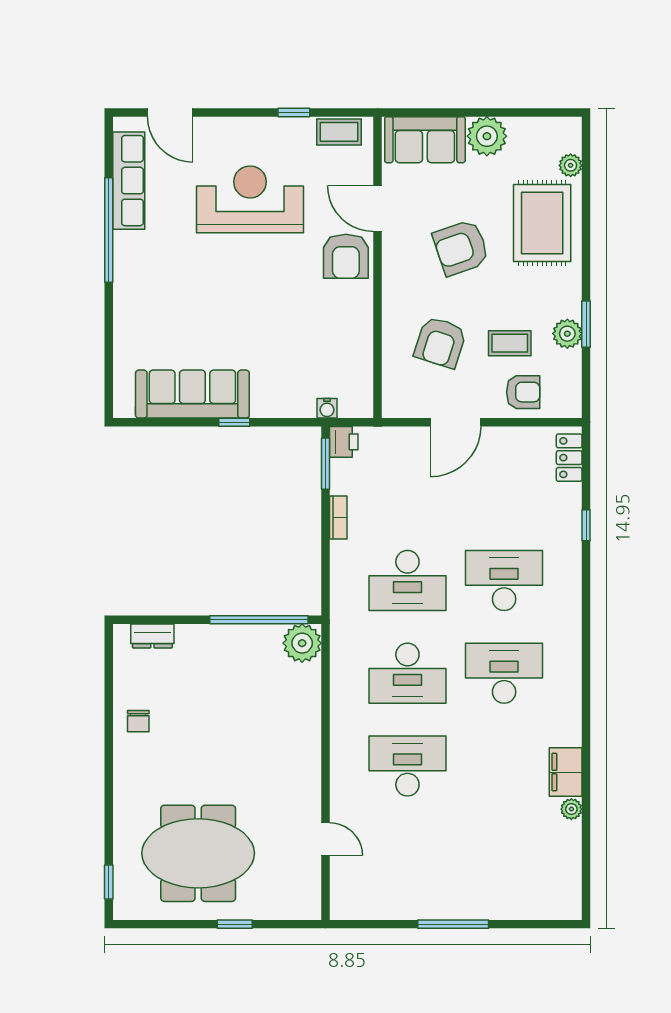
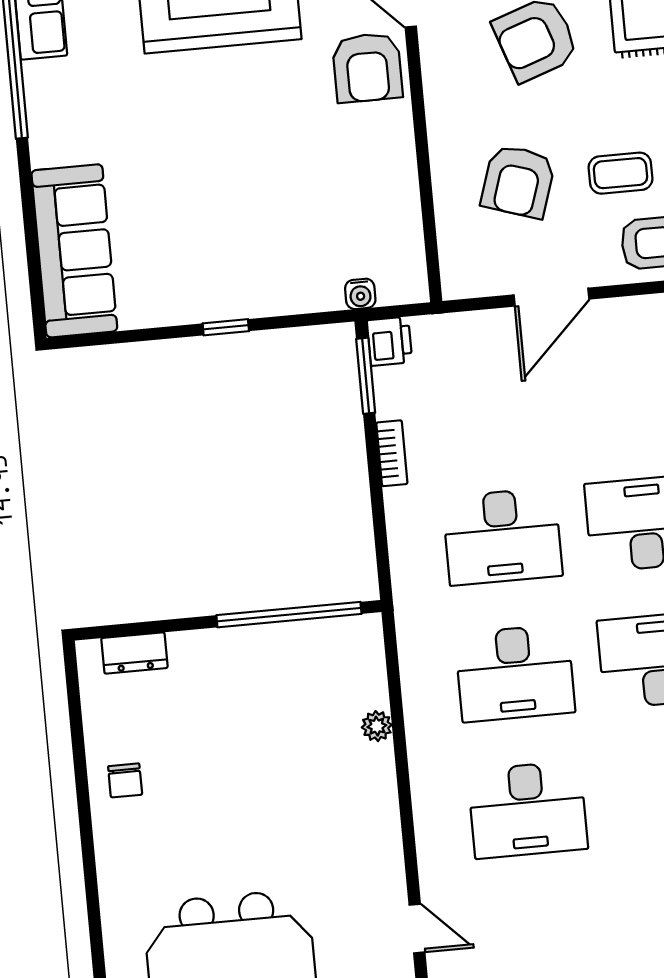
sofa: (192, 394) -> (74, 251), moved, turned 90
plant: (302, 643) -> (377, 726), moved, width x0.53, depth x0.53
desk: (407, 766) -> (528, 810), turned 180

